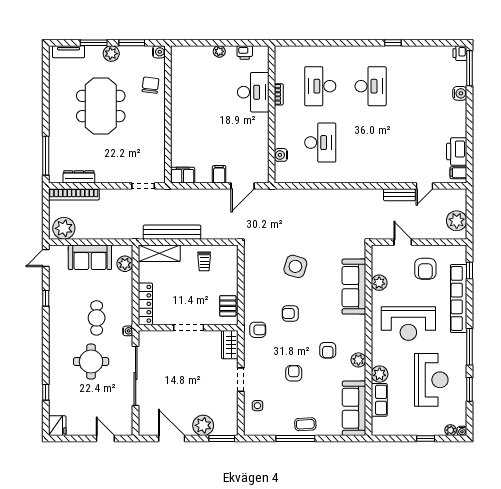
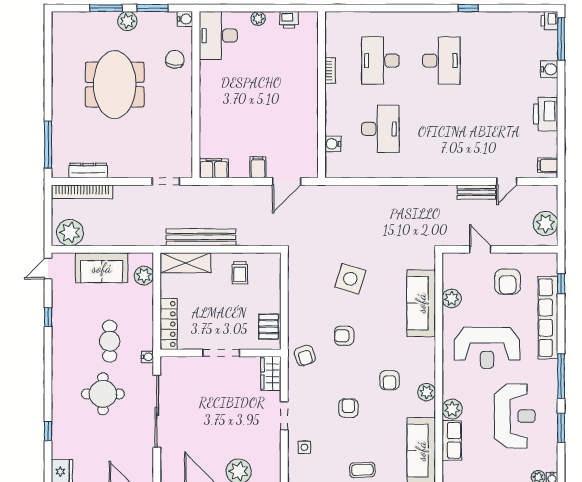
tv unit: (68, 52) -> (76, 19), removed
desk: (253, 92) -> (218, 36), moved, turned 180
printer: (457, 152) -> (546, 114), moved
armchair: (258, 330) -> (305, 355), turned 72

